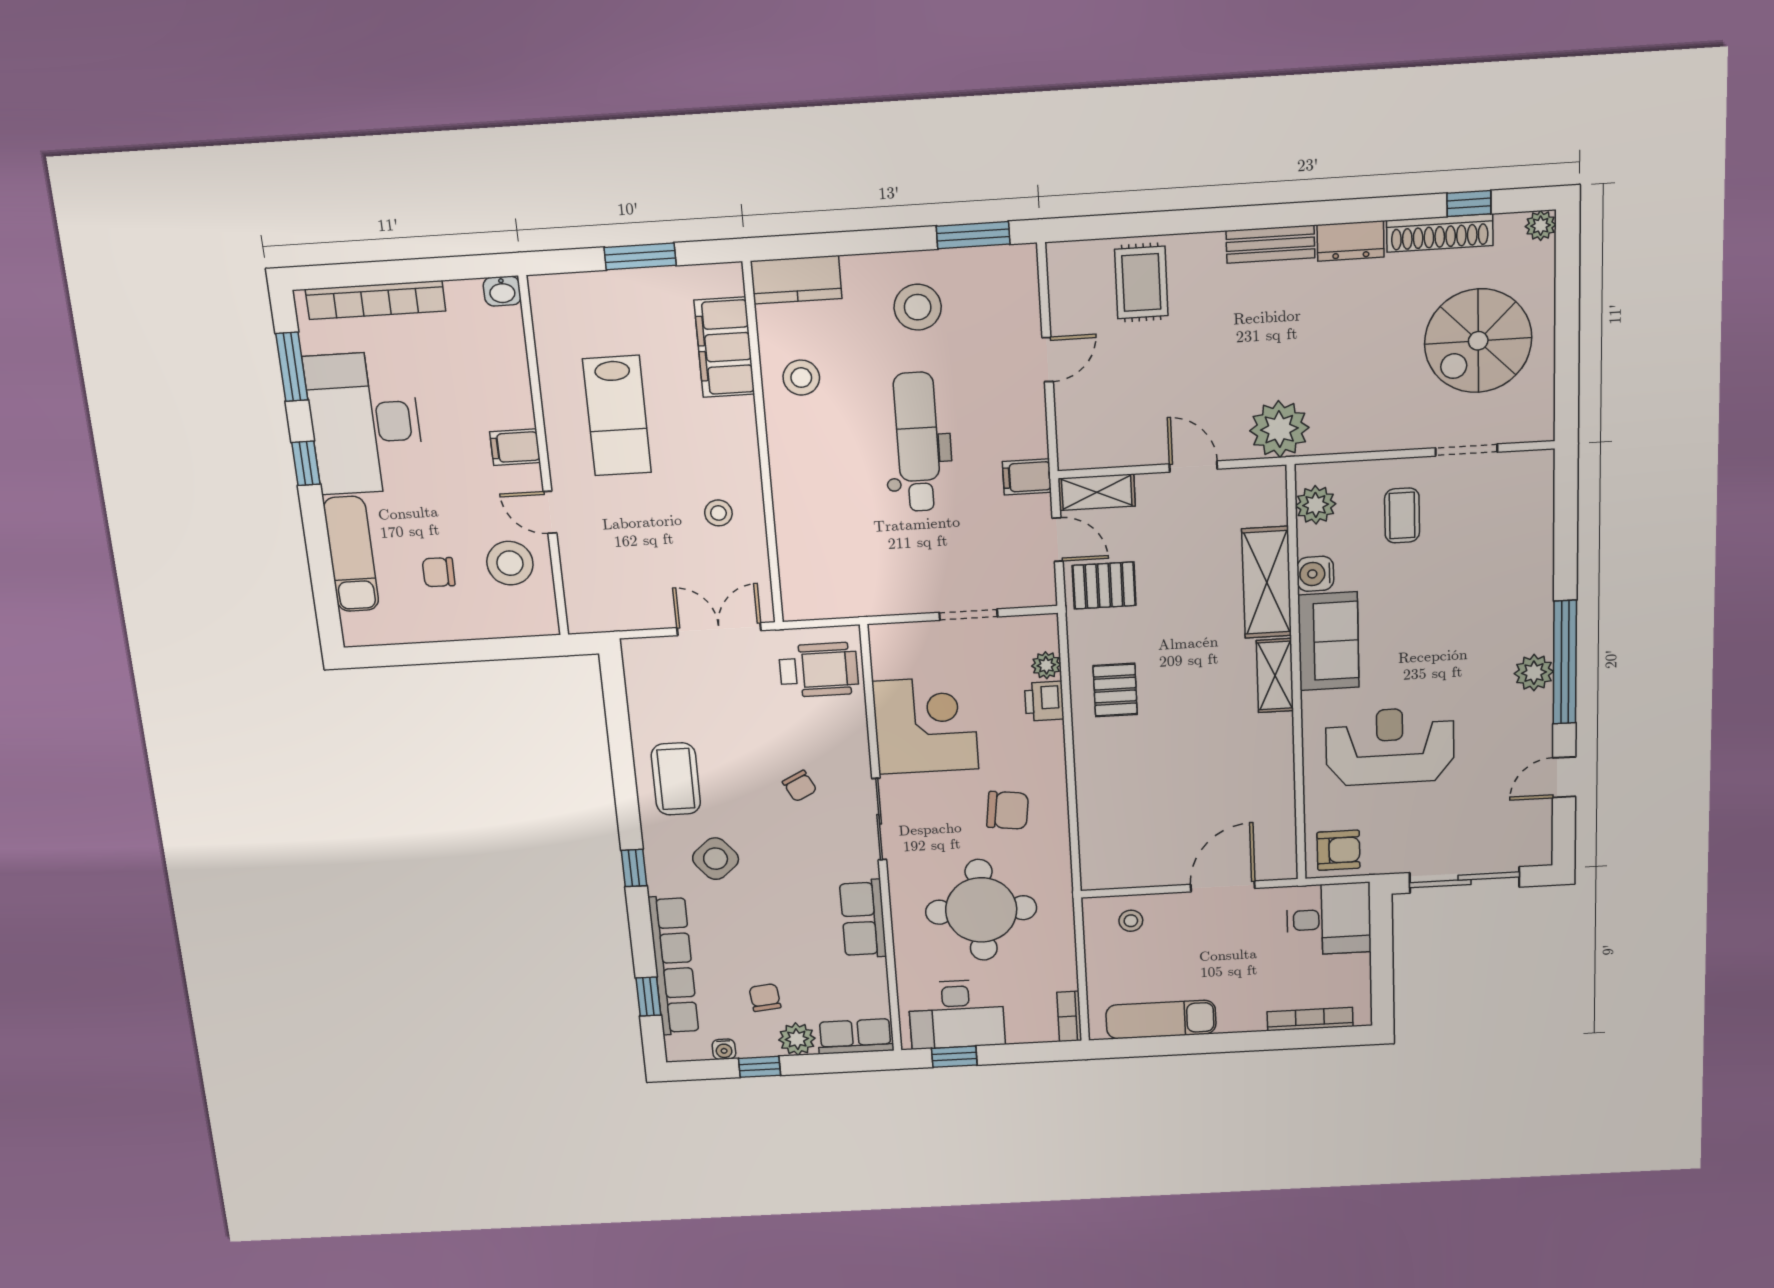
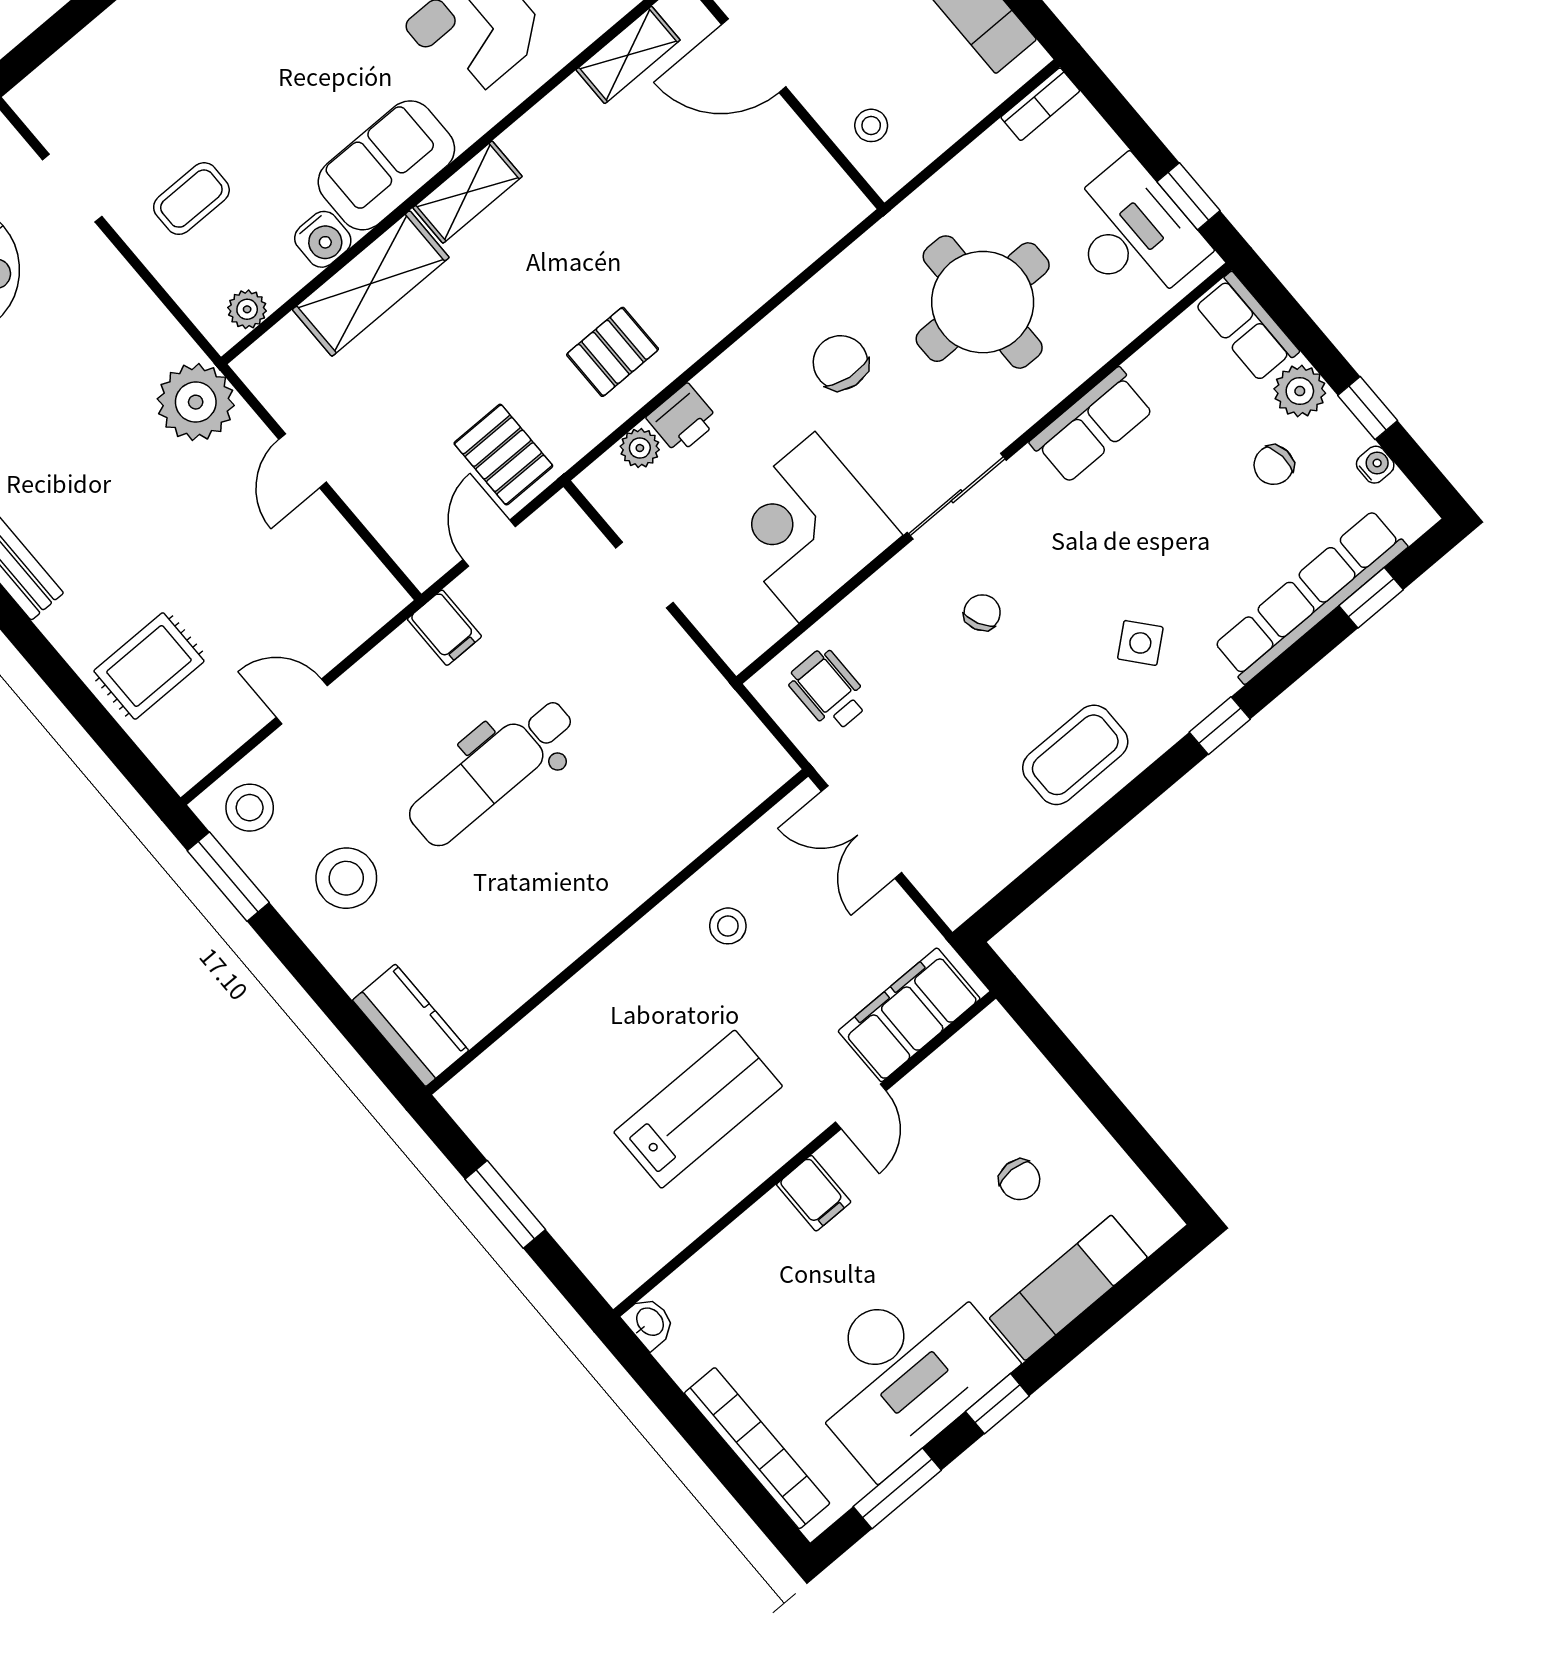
filing cabinet: (724, 347) -> (909, 1015), moved, turned 180
stool: (801, 378) -> (250, 808), moved
shelving: (1097, 492) -> (628, 55), moved, turned 90
plant: (1316, 505) -> (247, 309), width x0.73, depth x0.73
stool: (510, 563) -> (952, 1110), removed
wheelchair: (819, 670) -> (828, 690), width x0.73, depth x0.73
side table: (716, 859) -> (1140, 643), width x0.73, depth x0.73

